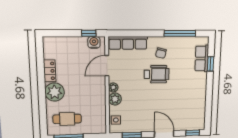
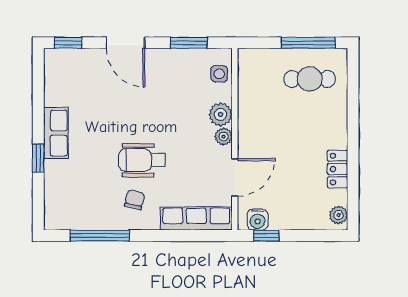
row of seats: (202, 59) -> (56, 133), moved
window: (210, 64) -> (38, 158), moved
plant: (55, 92) -> (338, 215), moved, width x0.53, depth x0.53

